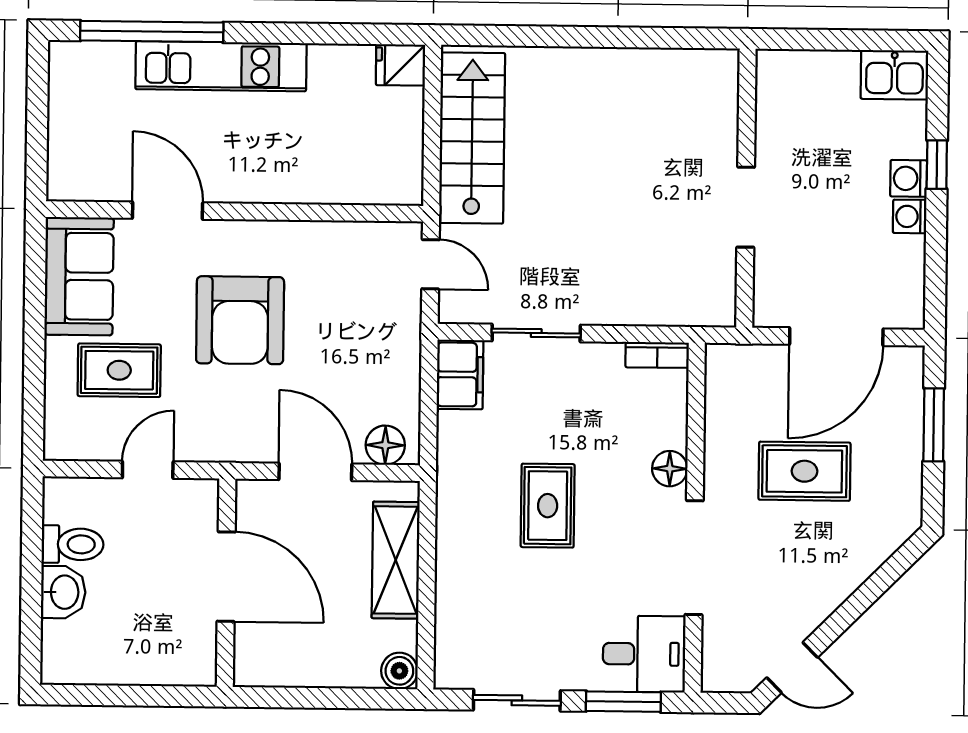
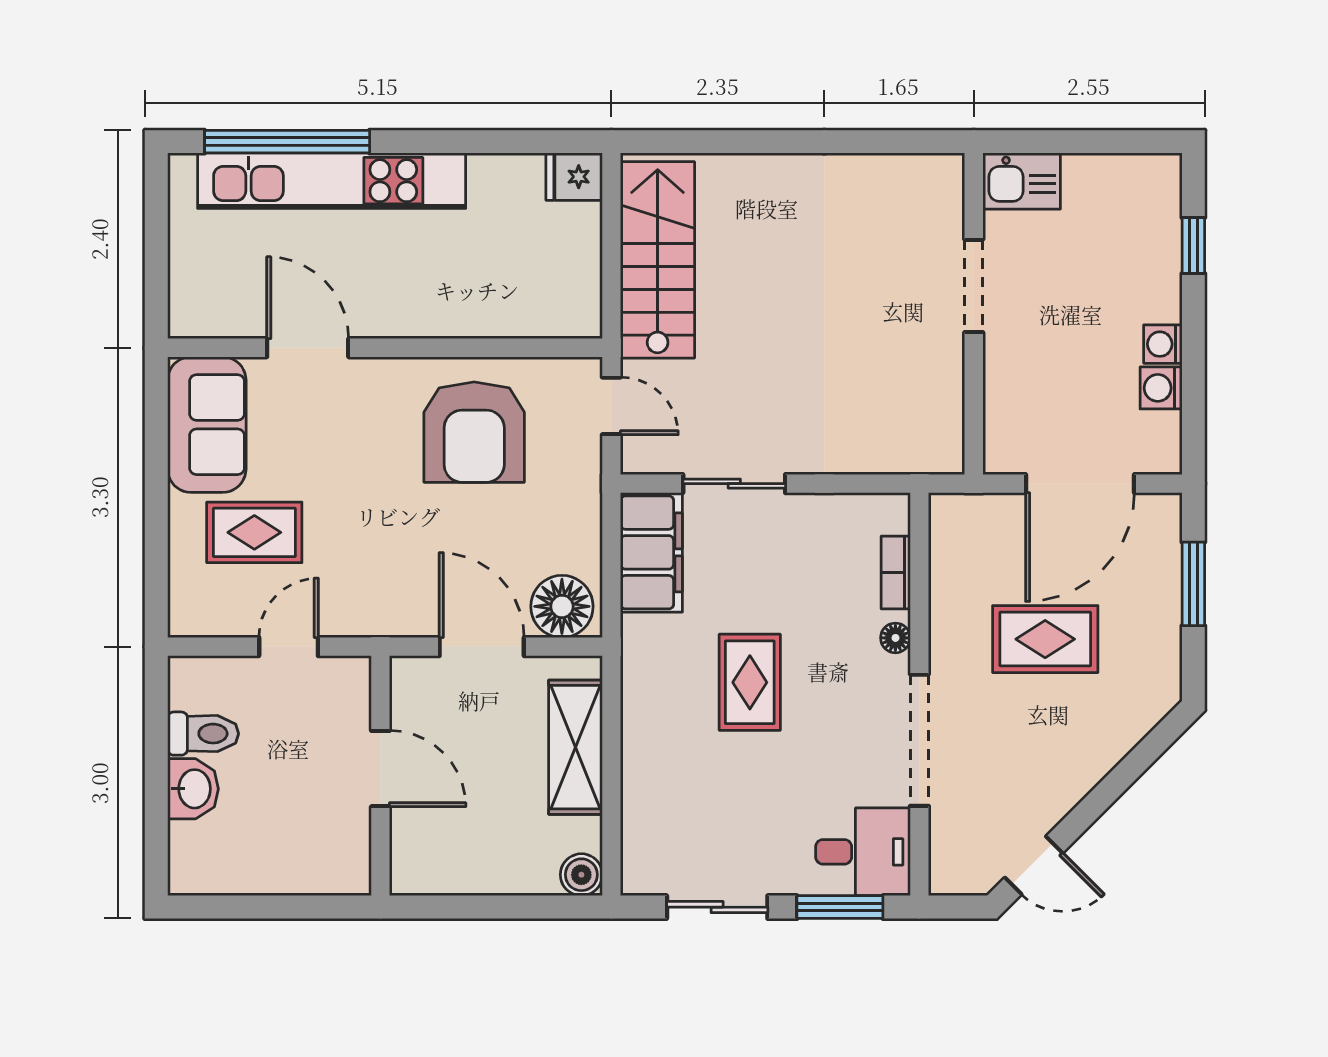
kitchen unit: (221, 66) -> (332, 181), width x1.36
kitchen sink: (894, 75) -> (1022, 181), moved
window: (937, 165) -> (1193, 246), moved
washing machine: (909, 178) -> (1161, 388), moved
doorway: (746, 207) -> (974, 286), moved
armchair: (240, 320) -> (474, 432), moved
bookcase: (657, 355) -> (896, 573), moved, turned 90
filing cabinet: (460, 374) -> (651, 552), width x1.50, depth x1.17
floor lamp: (385, 445) -> (562, 606), width x1.38, depth x1.38
floor lamp: (670, 469) -> (895, 638), width x0.73, depth x0.73
door: (226, 577) -> (380, 769), width x0.73

